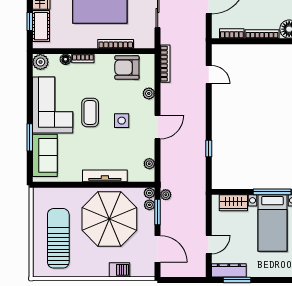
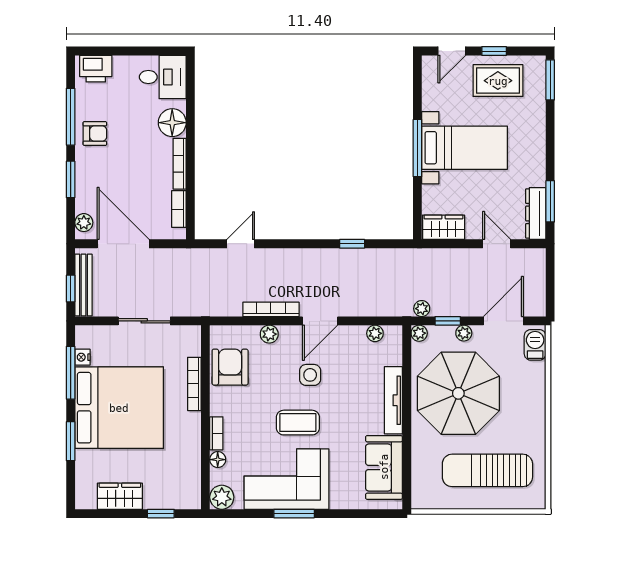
cot: (41, 26) -> (168, 496), removed
bookcase: (165, 64) -> (271, 309), moved
armchair: (127, 67) -> (230, 367), turned 180
door: (158, 127) -> (320, 321), swing flipped
window: (30, 137) -> (294, 514), moved
sofa: (45, 155) -> (384, 467), moved, turned -90
wardrobe: (233, 203) -> (444, 227), moved, turned -90
plant: (149, 205) -> (464, 333), moved
window: (158, 212) -> (448, 321), width x0.67
barbecue: (120, 270) -> (535, 345), moved

